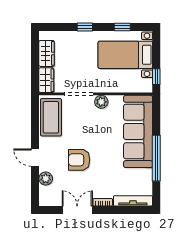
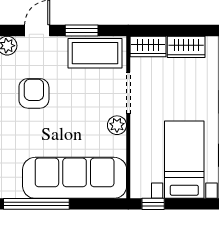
window: (35, 127) -> (82, 31), added

